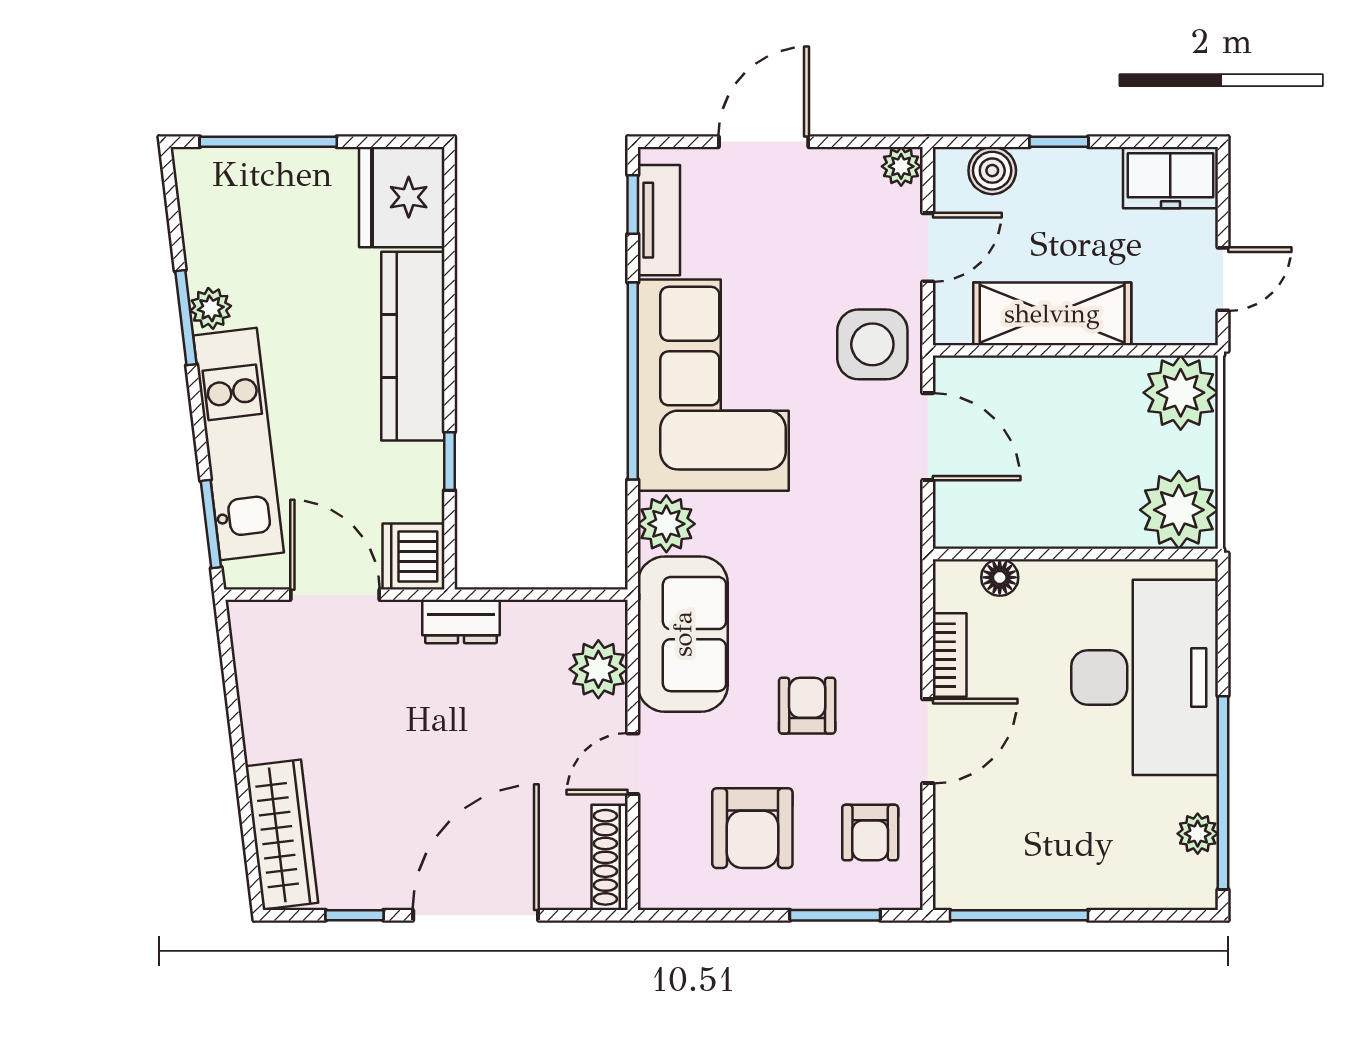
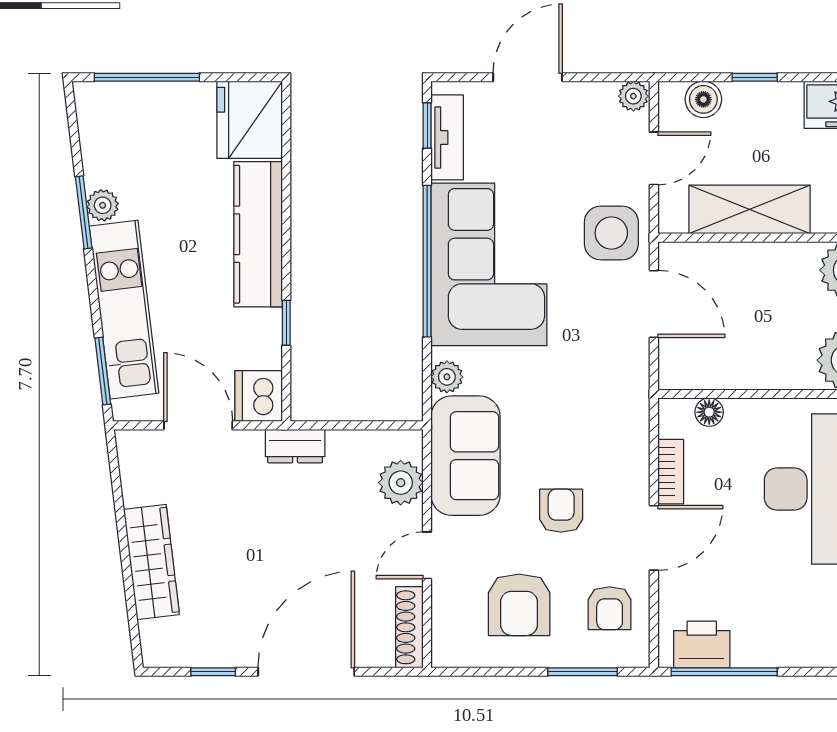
plant: (666, 524) -> (447, 377), width x0.73, depth x0.73
wardrobe: (282, 834) -> (151, 562), moved
printer: (990, 880) -> (702, 645), added

